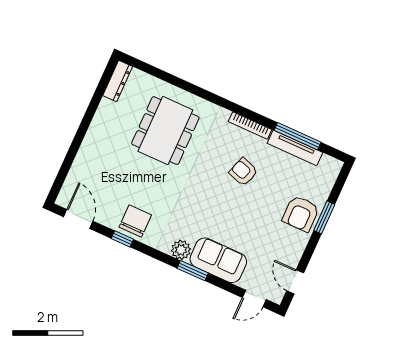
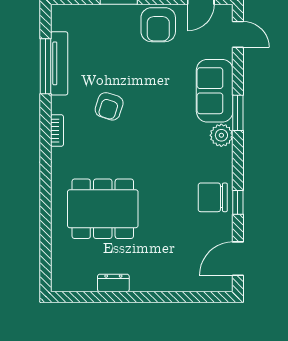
dresser: (118, 81) -> (113, 283), moved, width x0.70
bookcase: (250, 126) -> (57, 131), width x0.64
armchair: (301, 214) -> (158, 25), moved, turned 90

